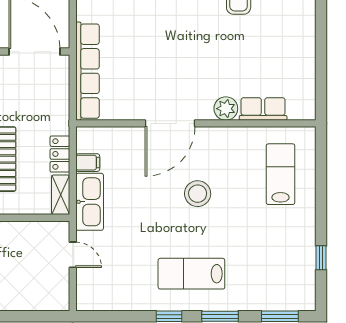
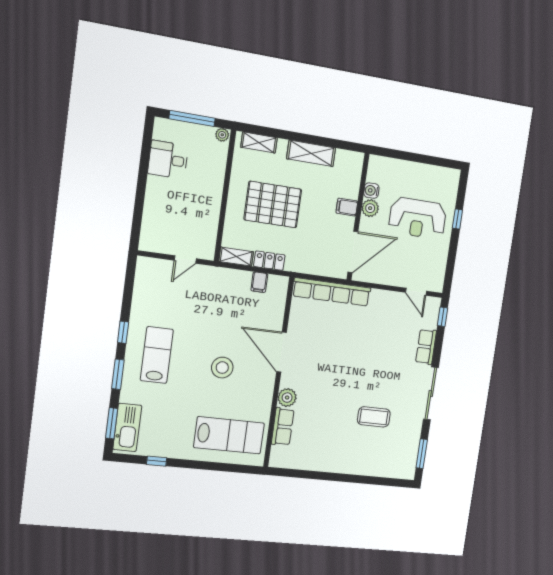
lab bench: (281, 174) -> (229, 435), width x1.36, depth x1.39
kitchen sink: (90, 202) -> (127, 427), moved, turned -90

